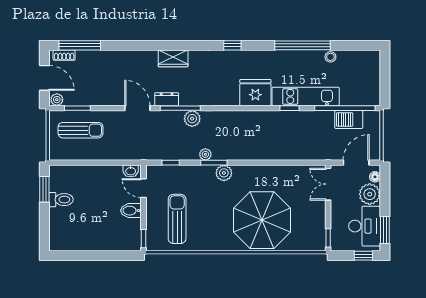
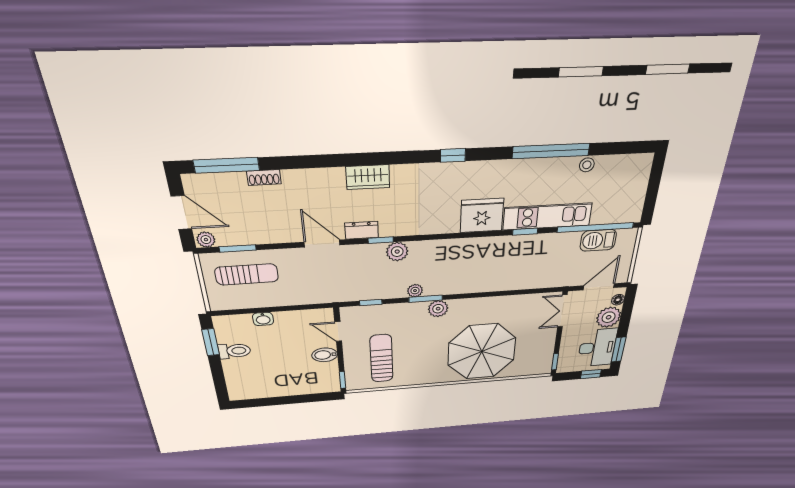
shoe rack: (64, 55) -> (264, 177), moved
window: (180, 108) -> (381, 240), width x0.46
washbasin: (131, 171) -> (263, 319), moved

